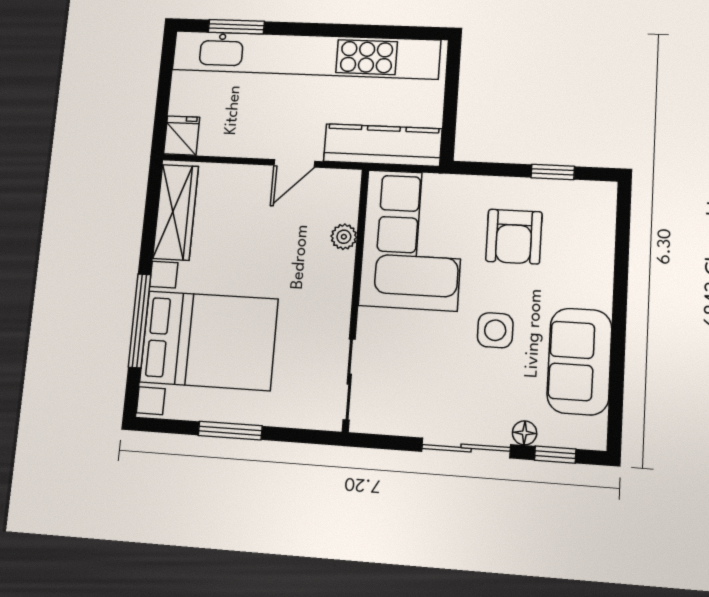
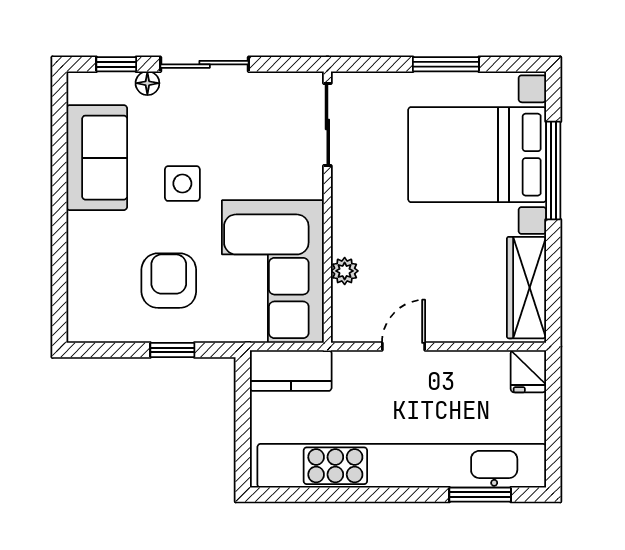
kitchen counter: (383, 145) -> (291, 370), width x0.67
window: (553, 172) -> (172, 350), moved

